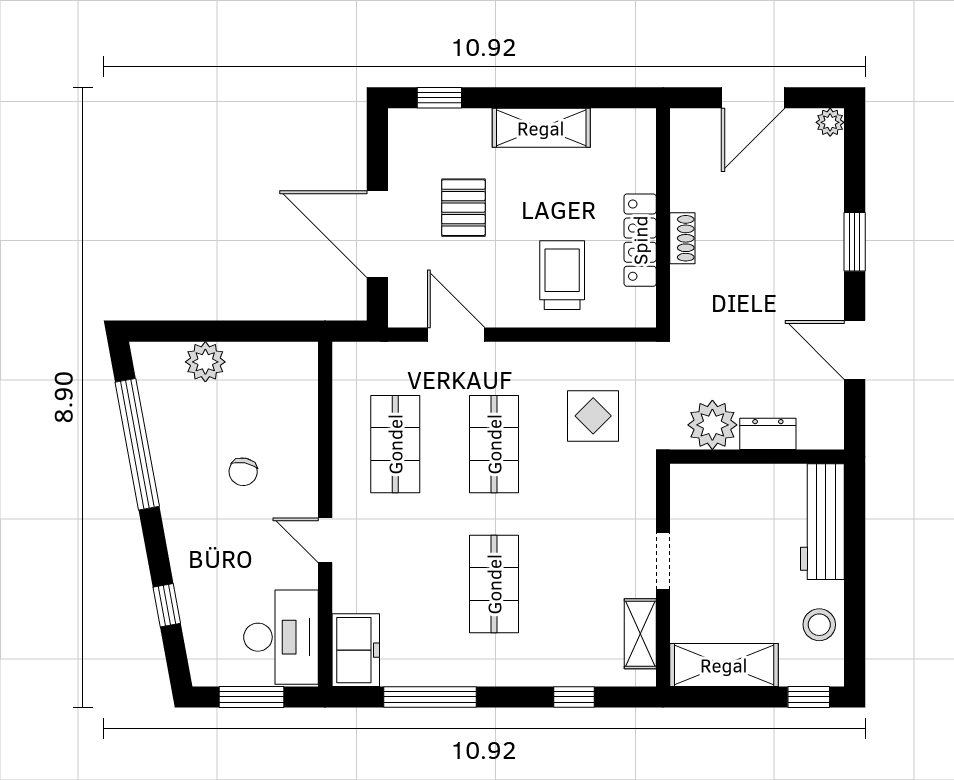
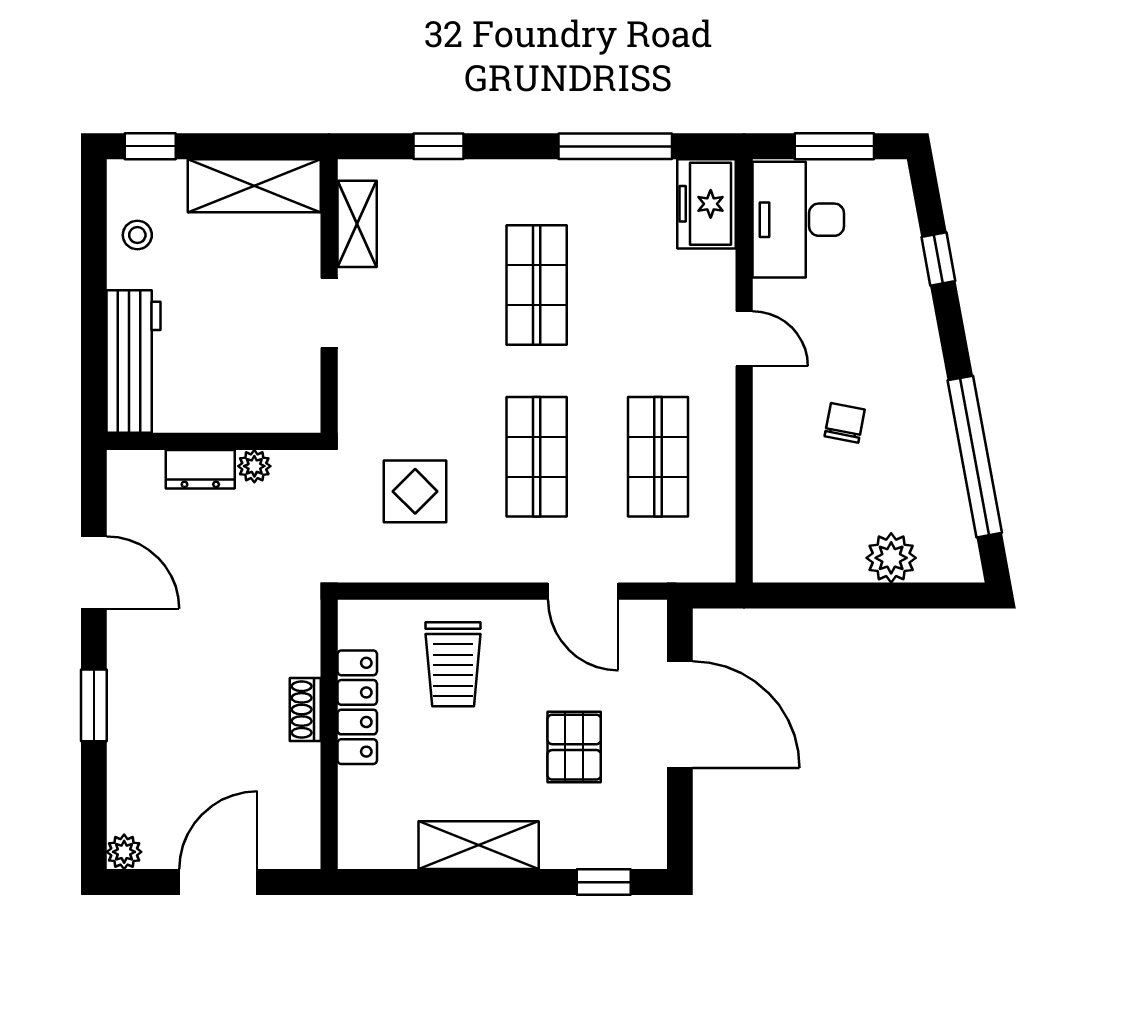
plant: (712, 425) -> (254, 466), width x0.53, depth x0.53
stool: (819, 625) -> (137, 235), width x0.73, depth x0.73

